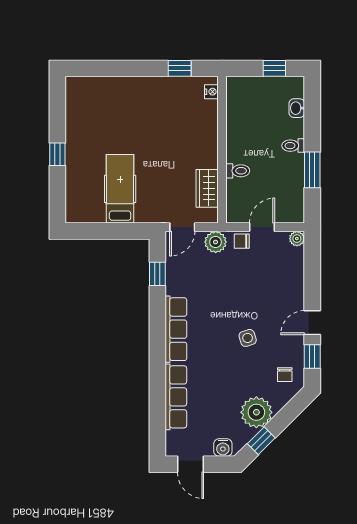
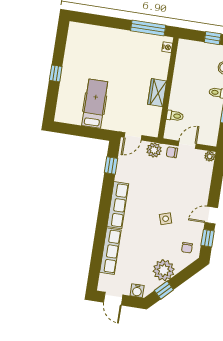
window: (180, 68) -> (148, 28), width x2.17
toilet: (238, 171) -> (175, 116), moved
wardrobe: (207, 188) -> (157, 93), moved

